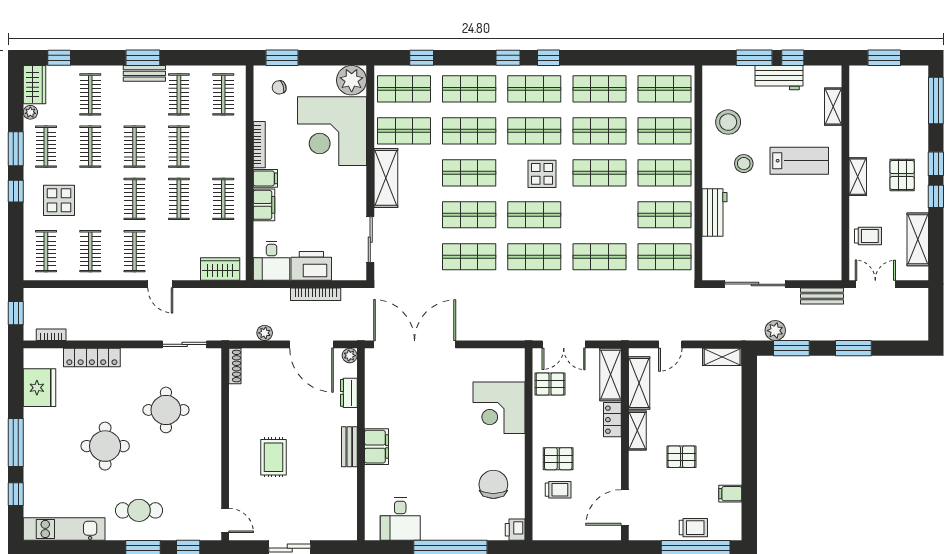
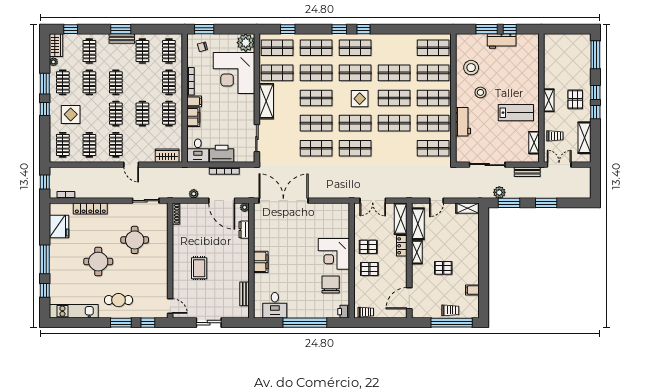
window: (884, 58) -> (565, 29), removed
shop shelf: (599, 89) -> (394, 48), removed
shelving: (833, 107) -> (534, 143), moved
clothes rail: (179, 147) -> (169, 82), moved
lab bench: (799, 161) -> (516, 113), moved
shop shelf: (599, 257) -> (394, 123), moved
pallet: (550, 384) -> (368, 247), moved
corner desk: (499, 408) -> (334, 254), moved
bench: (349, 447) -> (244, 294), moved
trolley: (558, 490) -> (366, 312), moved

